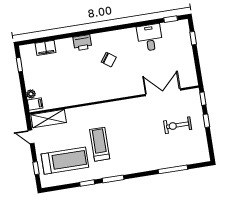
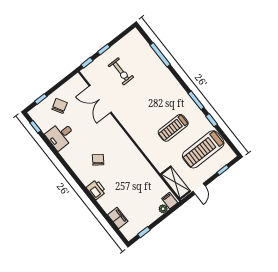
chair: (177, 52) -> (60, 106), added
treadmill: (65, 161) -> (203, 149), turned -90

